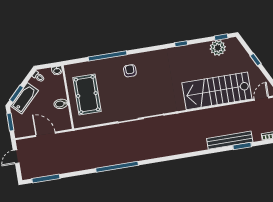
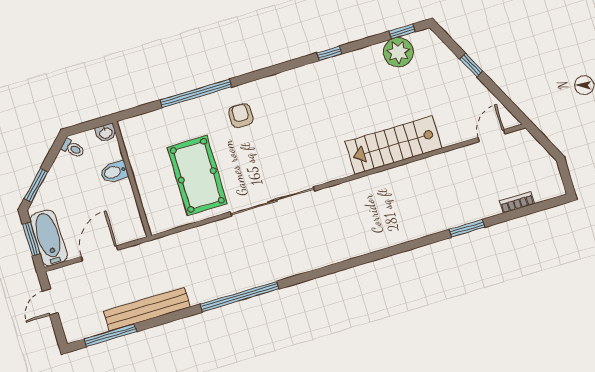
stairs: (217, 91) -> (394, 145), width x0.73, depth x0.66
pool table: (87, 94) -> (197, 175), moved
bathtub: (24, 98) -> (49, 238), moved, turned -45
bidet: (61, 104) -> (114, 172), moved
door: (46, 134) -> (99, 253), hinge flipped
bench: (230, 140) -> (147, 309), moved

